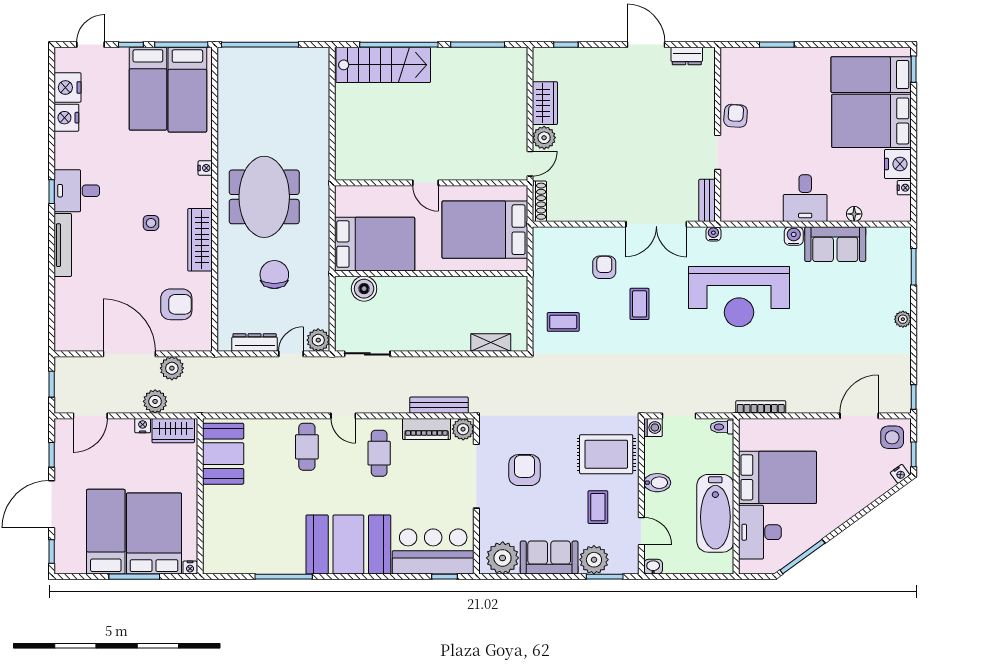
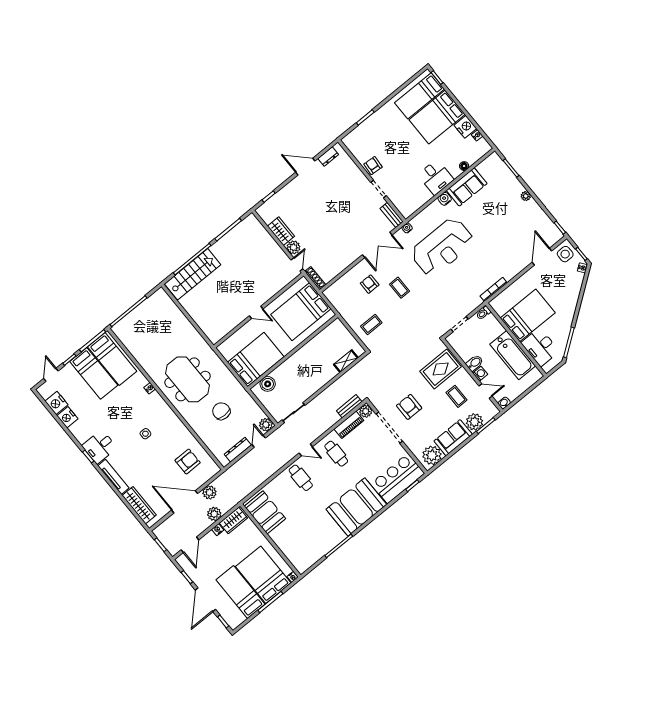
wardrobe: (200, 240) -> (139, 505), moved, turned 180
bench: (439, 405) -> (349, 406), width x0.73
washing machine: (653, 427) -> (480, 374), moved

